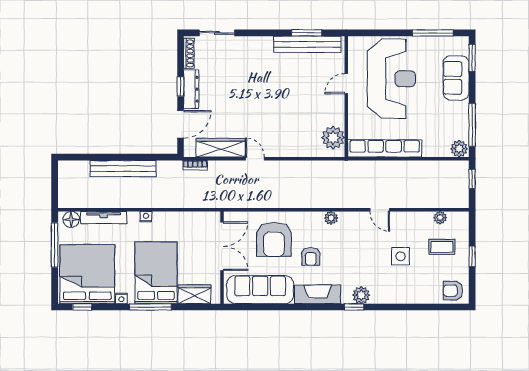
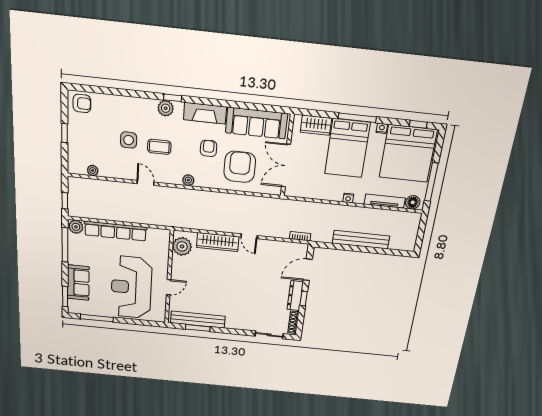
wardrobe: (221, 148) -> (218, 242), moved
row of seats: (385, 148) -> (115, 231), moved
coffee table: (442, 247) -> (159, 147), moved

